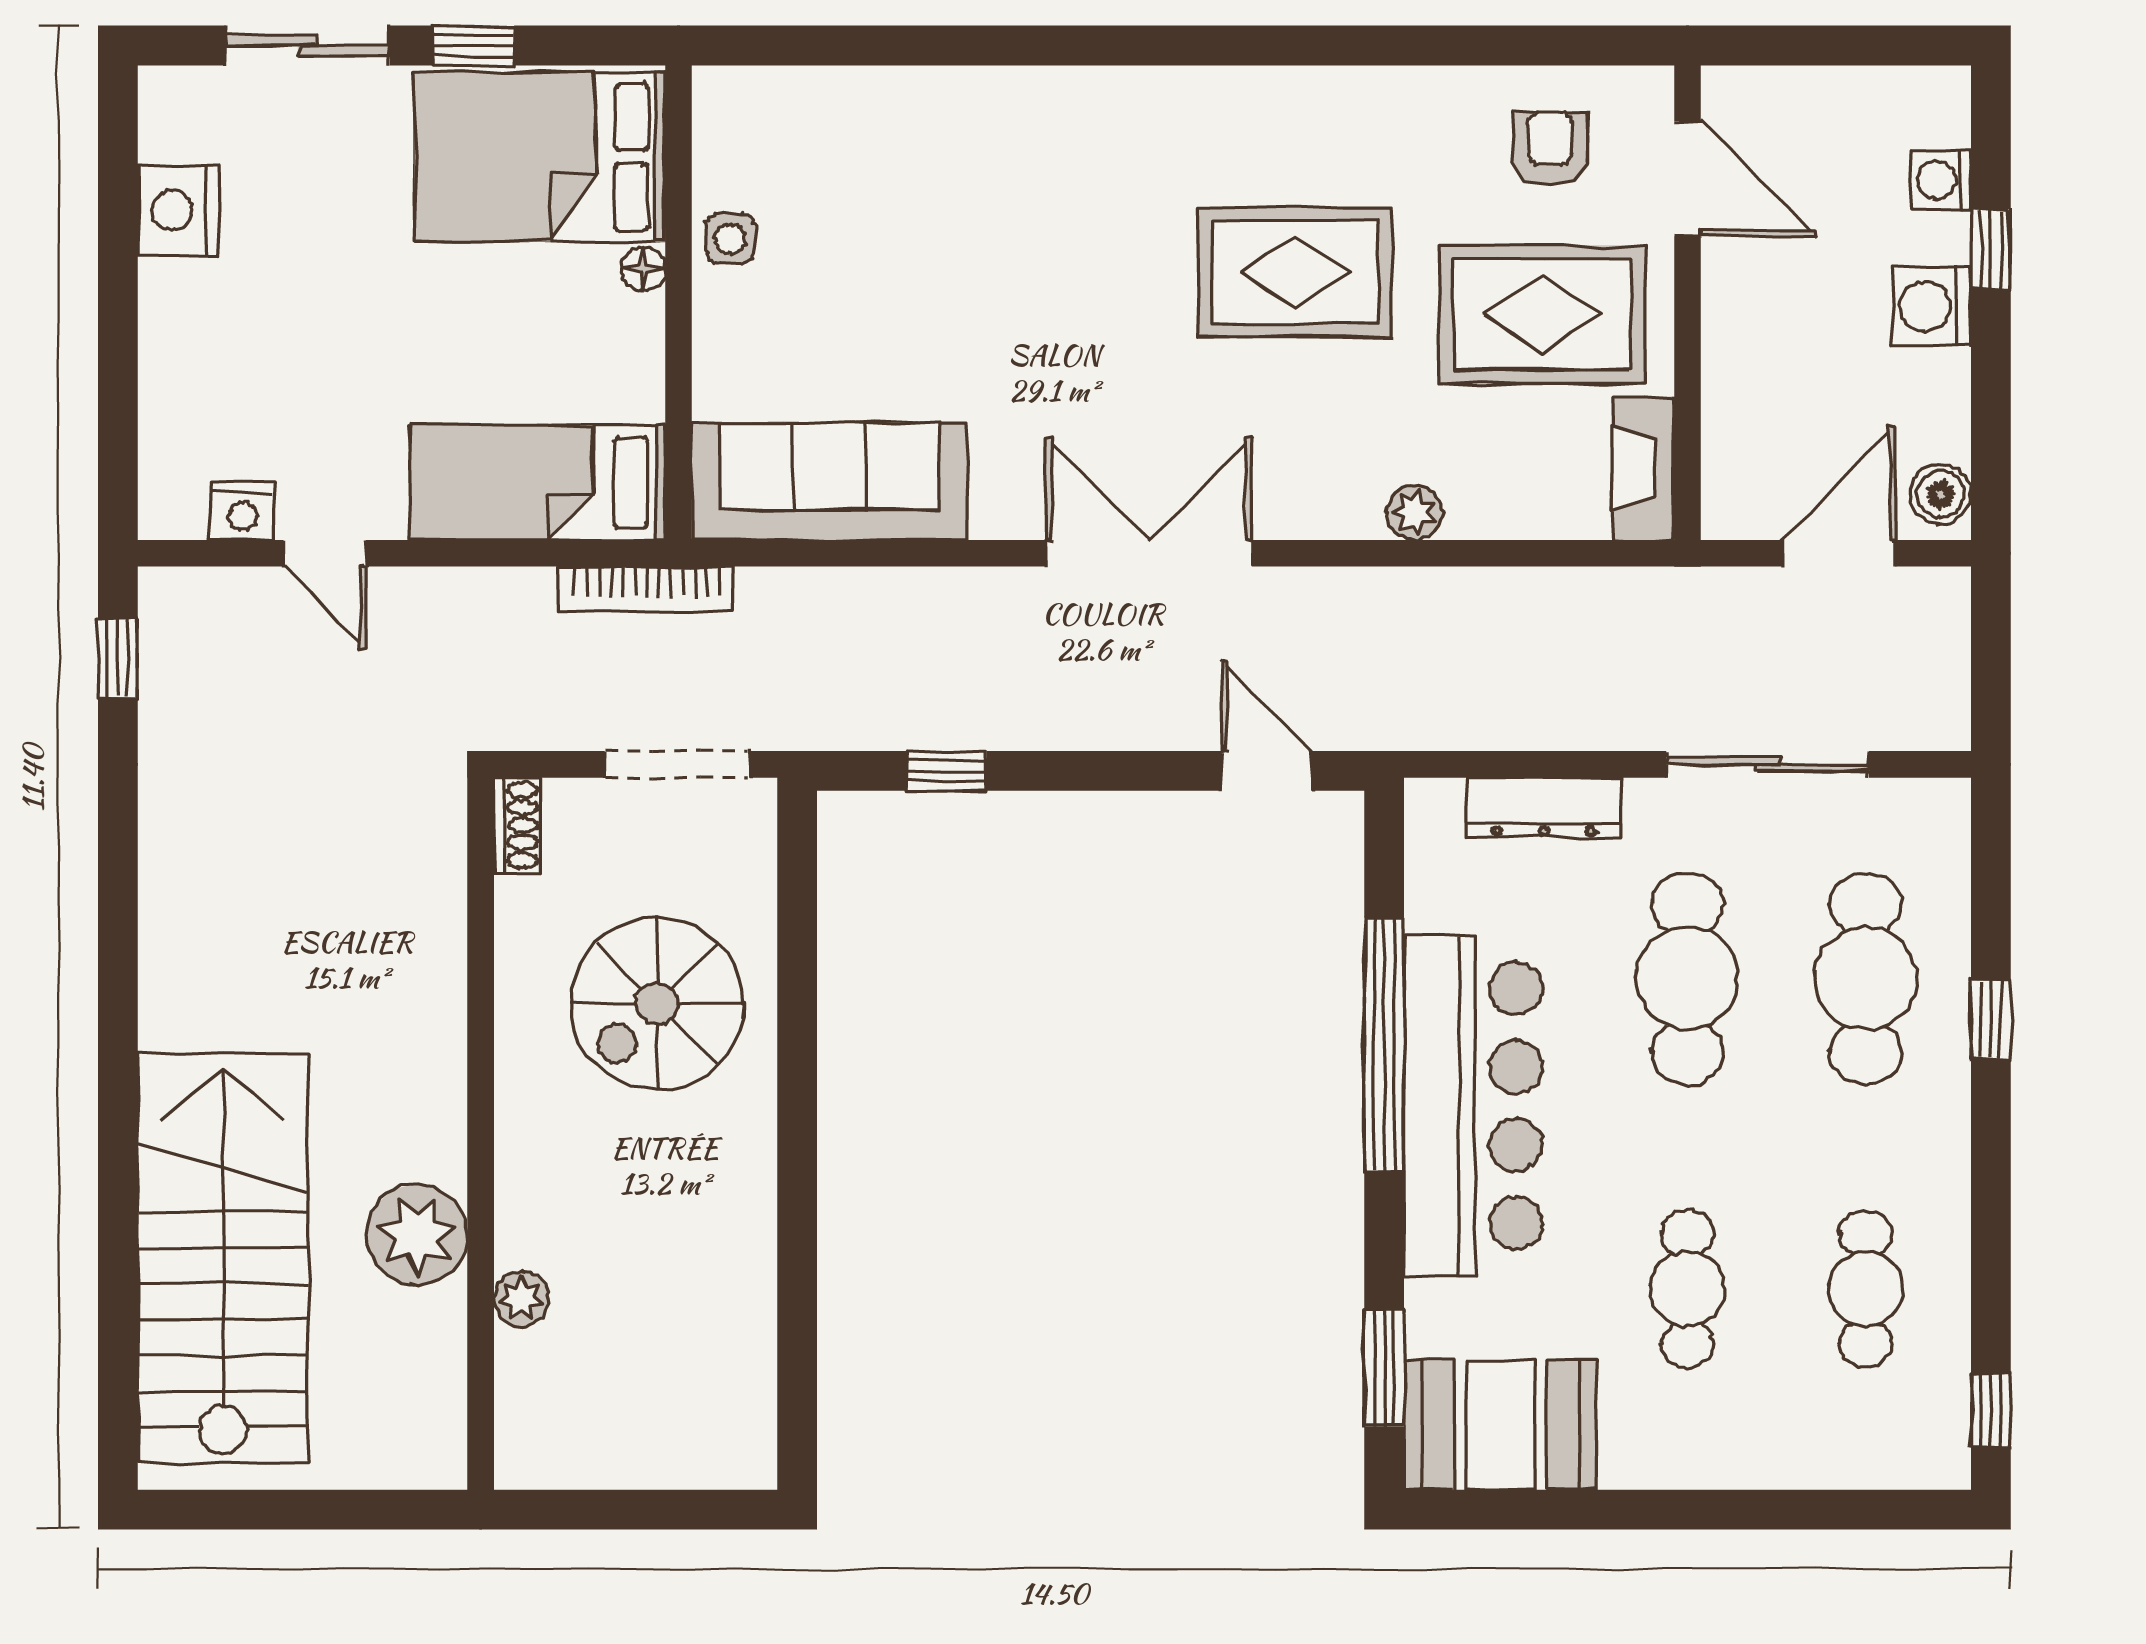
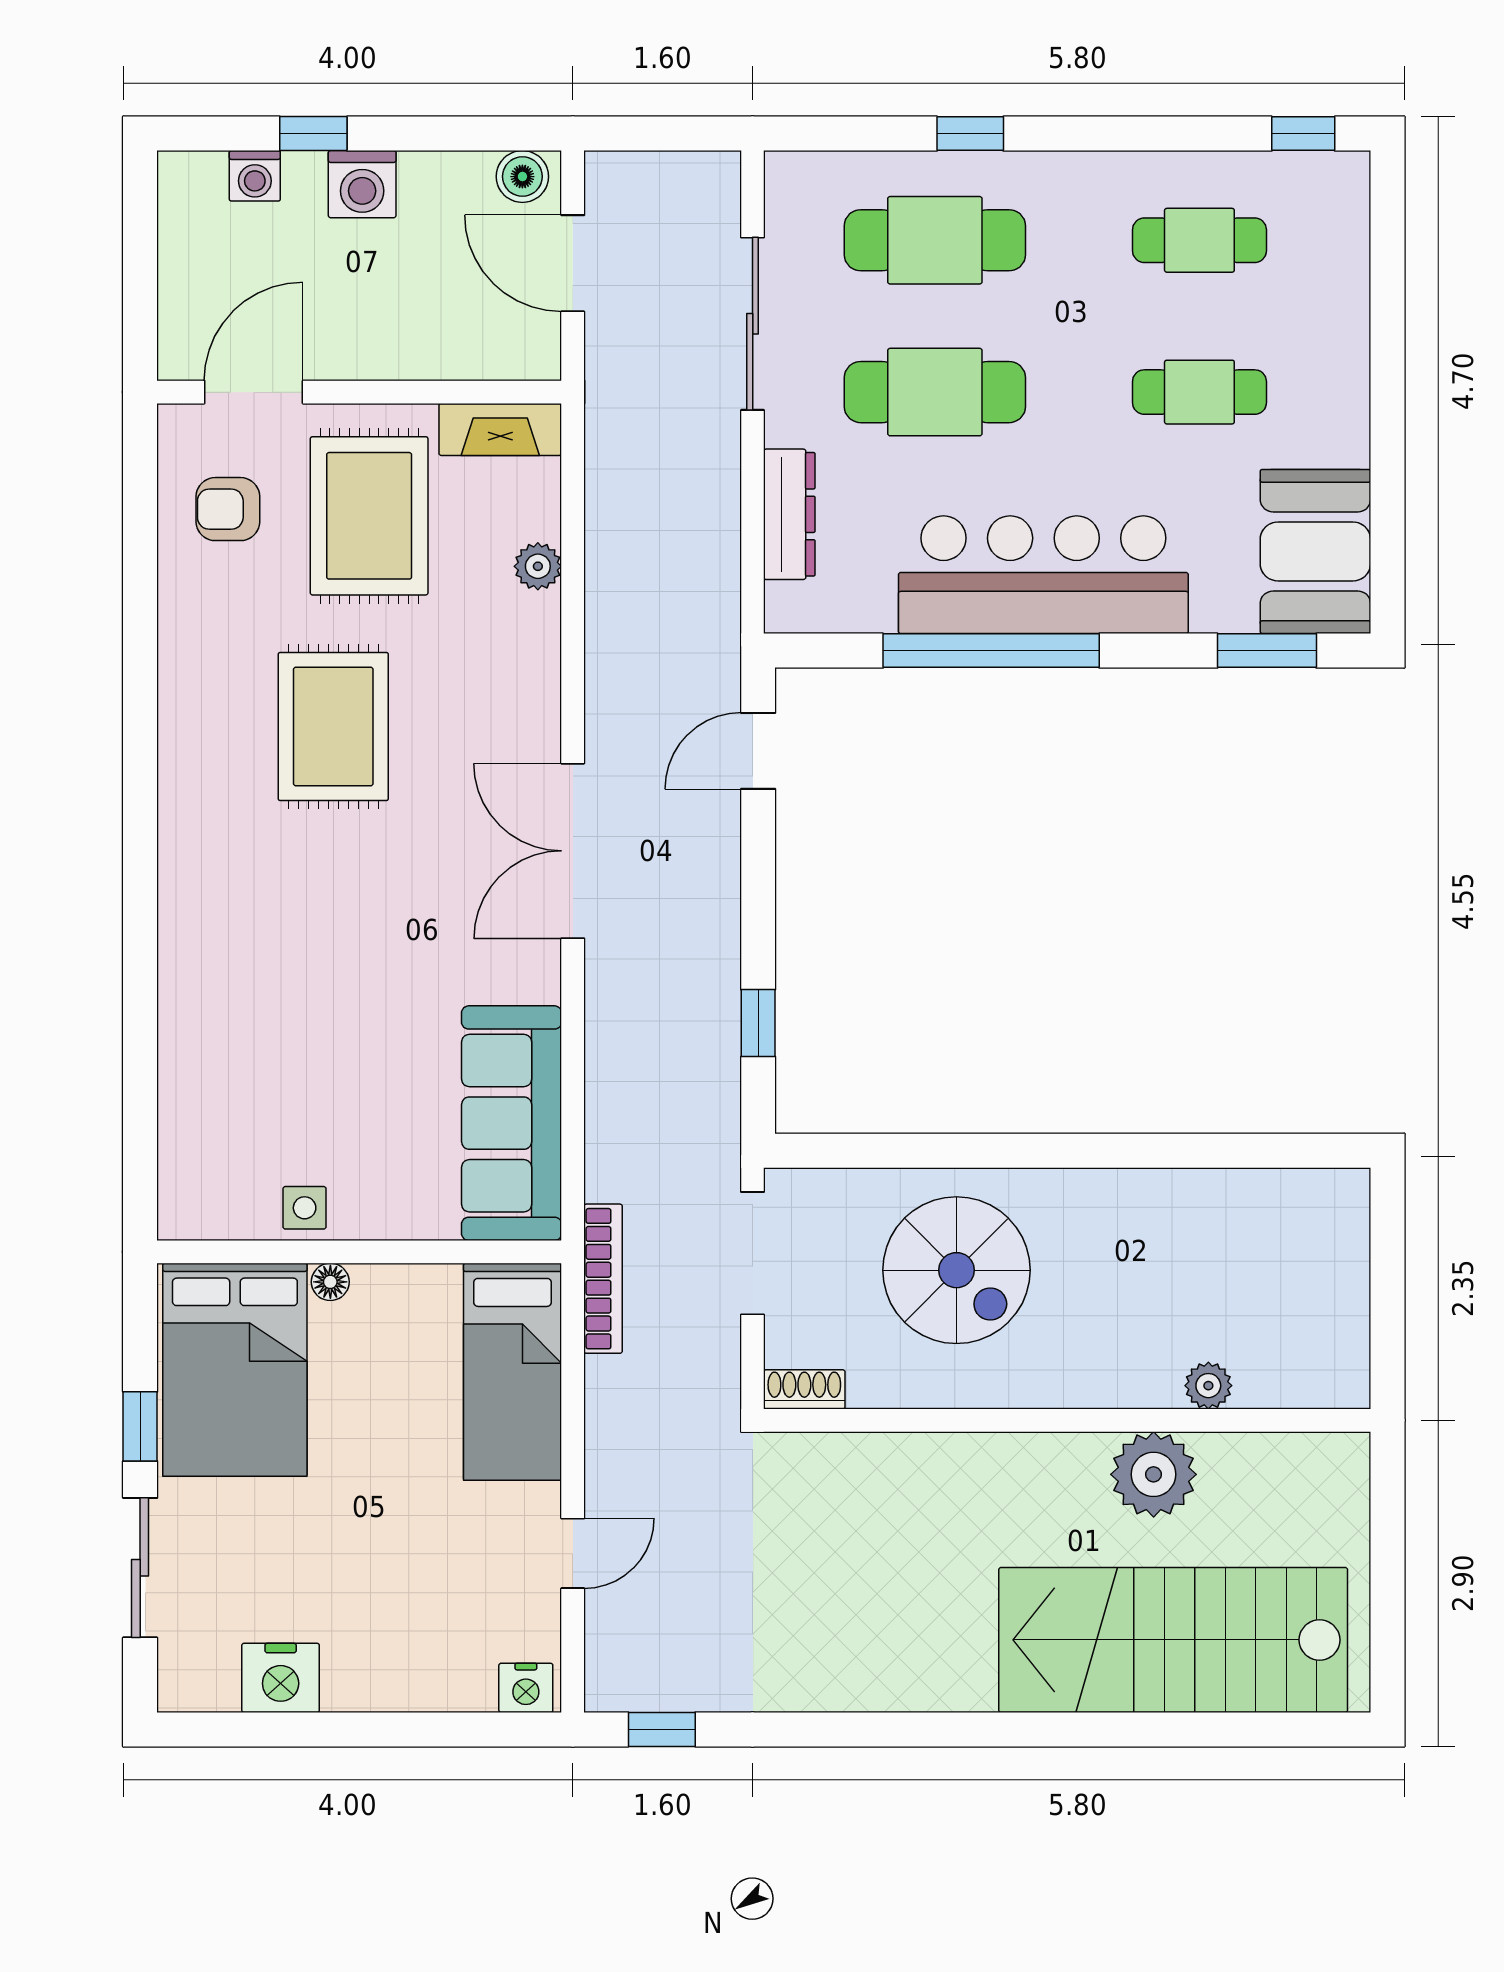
nightstand: (242, 511) -> (526, 1688), moved, turned 90
plant: (1415, 512) -> (538, 566), moved

